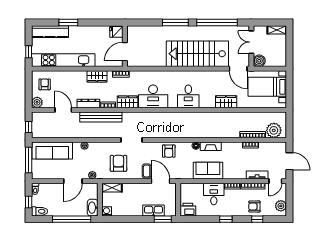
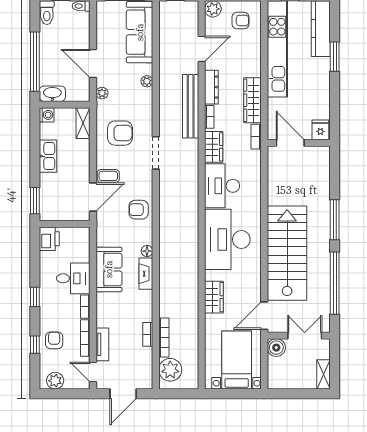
wardrobe: (97, 76) -> (252, 100), width x1.50
desk: (188, 96) -> (227, 239), width x1.87, depth x1.30
kitchen sink: (153, 210) -> (48, 156), moved

